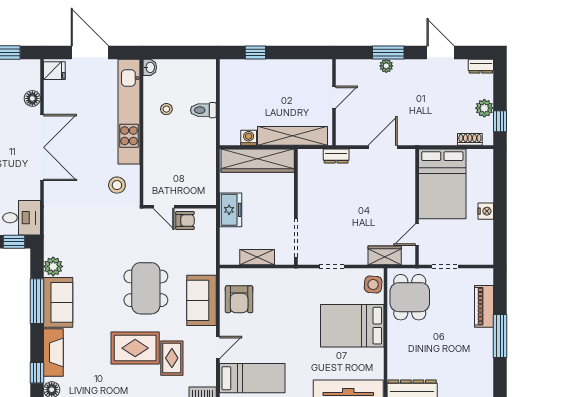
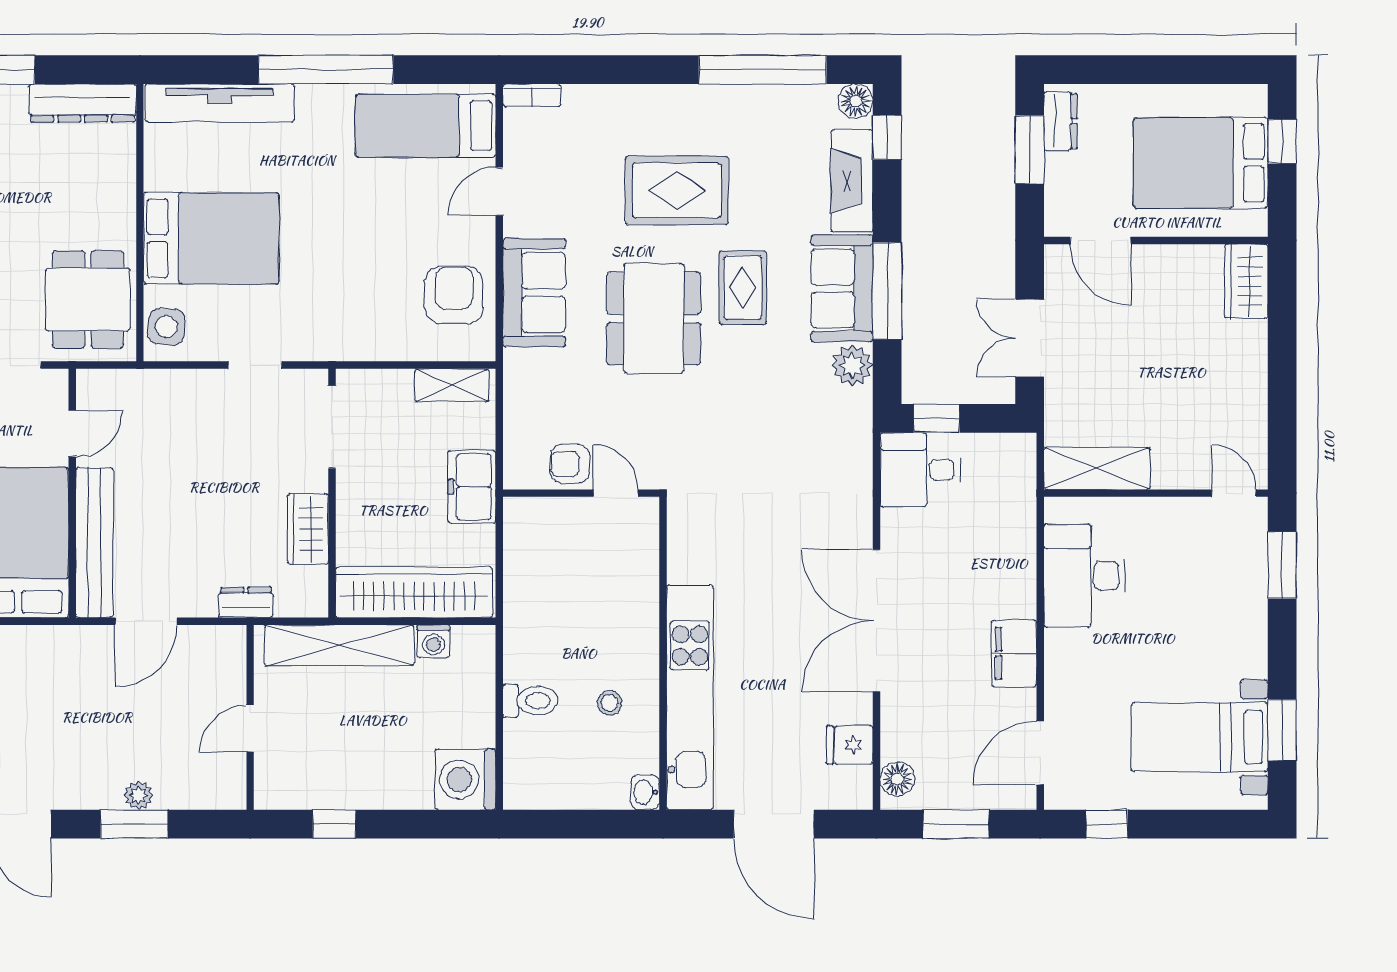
window: (255, 52) -> (334, 824), moved
fridge: (54, 71) -> (850, 745), moved
washing machine: (234, 73) -> (465, 779), added
floor lamp: (32, 98) -> (897, 779), moved
bench: (407, 184) -> (94, 543), added
stool: (117, 185) -> (716, 540), removed
wardrobe: (385, 255) -> (308, 529), moved, turned 90
shelving: (257, 257) -> (452, 385), moved
rug: (172, 358) -> (743, 288), moved

